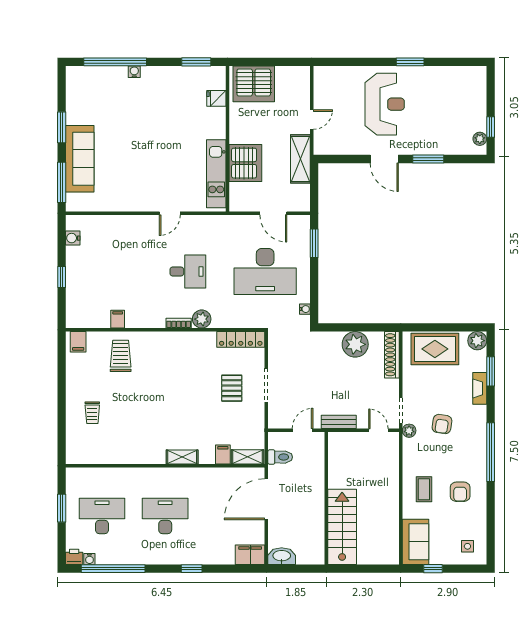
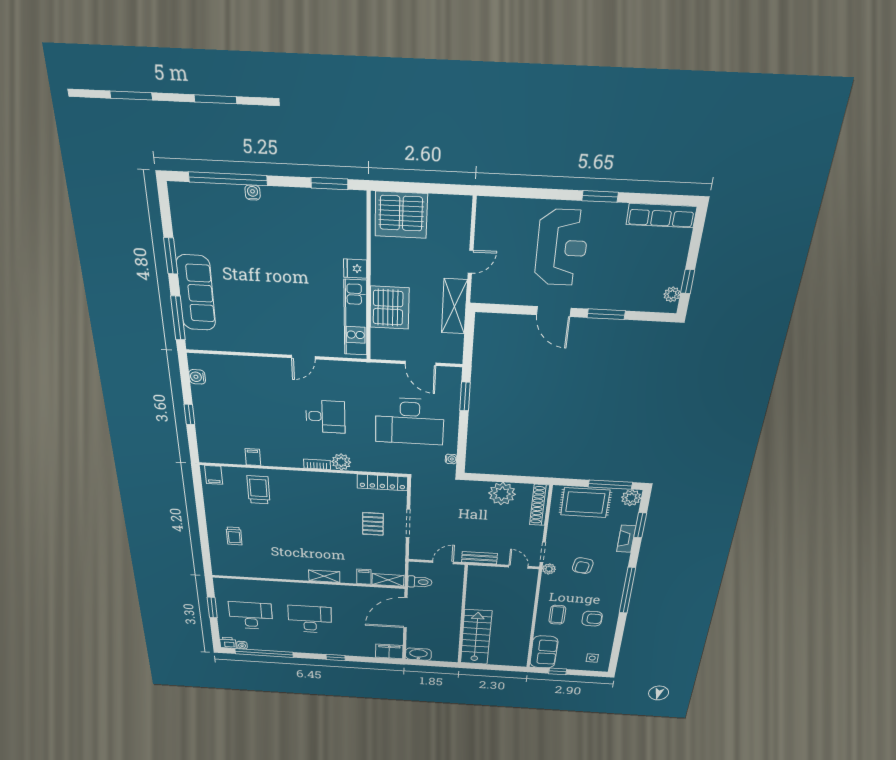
row of seats: (460, 74) -> (661, 216), added
fridge: (216, 98) -> (355, 269), moved
window: (456, 327) -> (610, 485), added
armchair: (460, 492) -> (592, 619), turned -90

